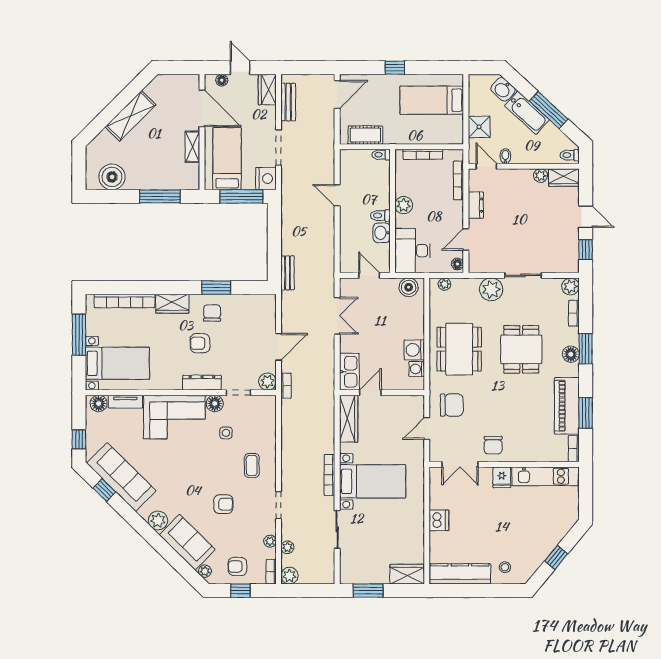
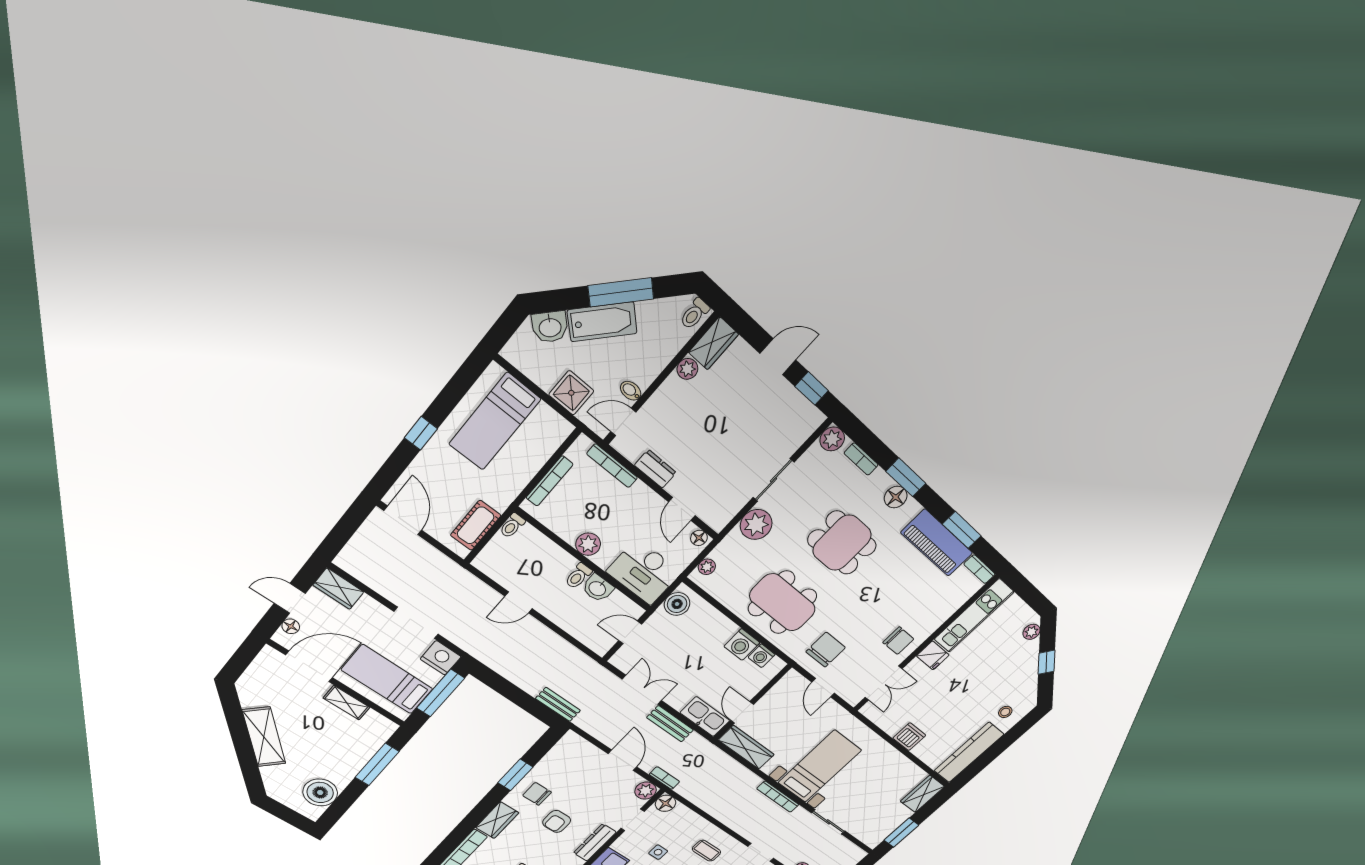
bench: (288, 102) -> (670, 724), moved
floor lamp: (215, 403) -> (666, 803), moved
plant: (566, 525) -> (1032, 632), added

